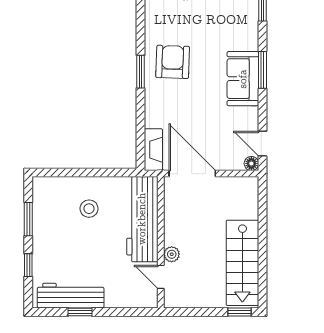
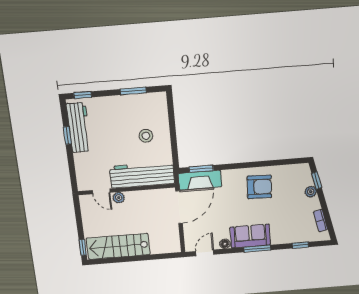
window: (141, 72) -> (201, 169), moved
fireplace: (153, 150) -> (200, 180), width x1.37, depth x1.32
floor lamp: (251, 163) -> (225, 244), moved
window: (28, 265) -> (83, 95), moved
door: (161, 277) -> (101, 191), swing flipped

